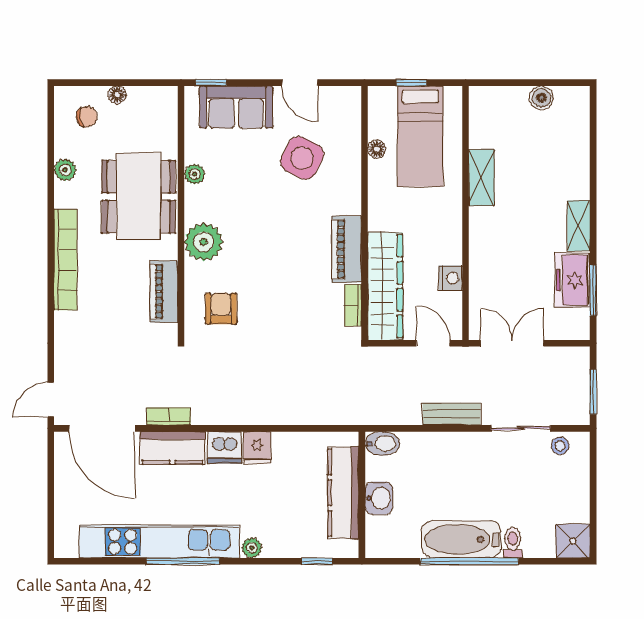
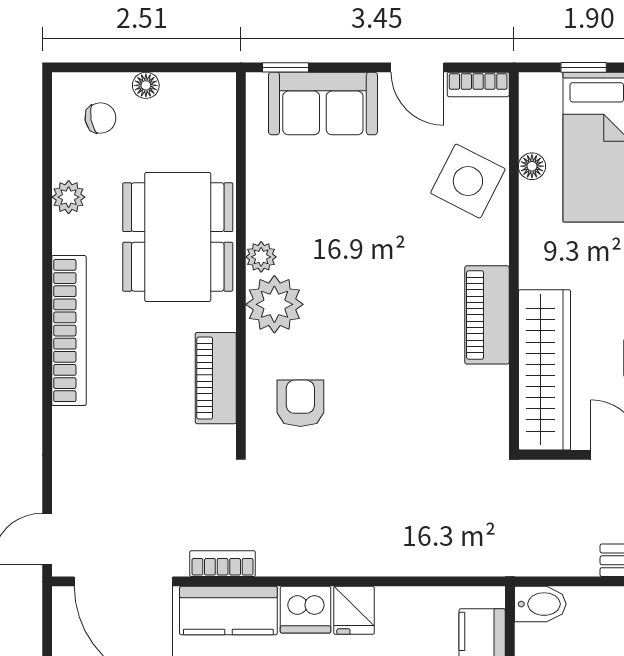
side table: (302, 158) -> (468, 181), moved
plant: (195, 174) -> (261, 257), moved
bookcase: (353, 305) -> (478, 84), moved, turned -90

